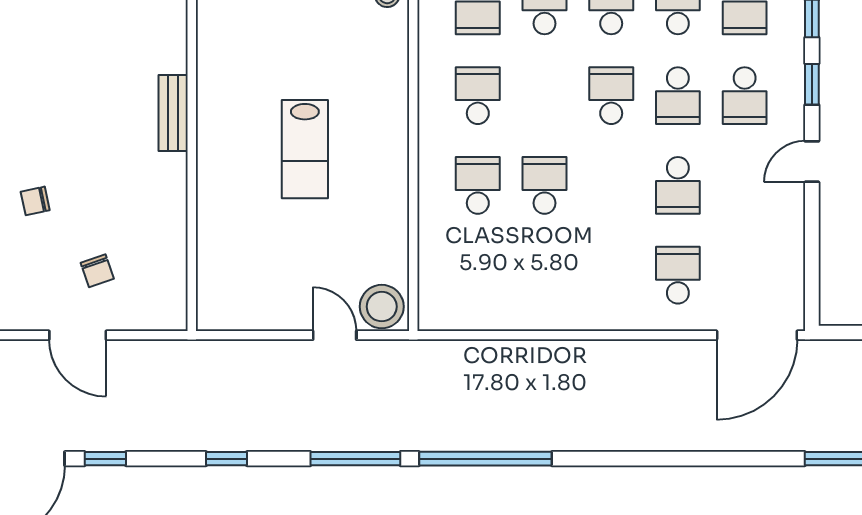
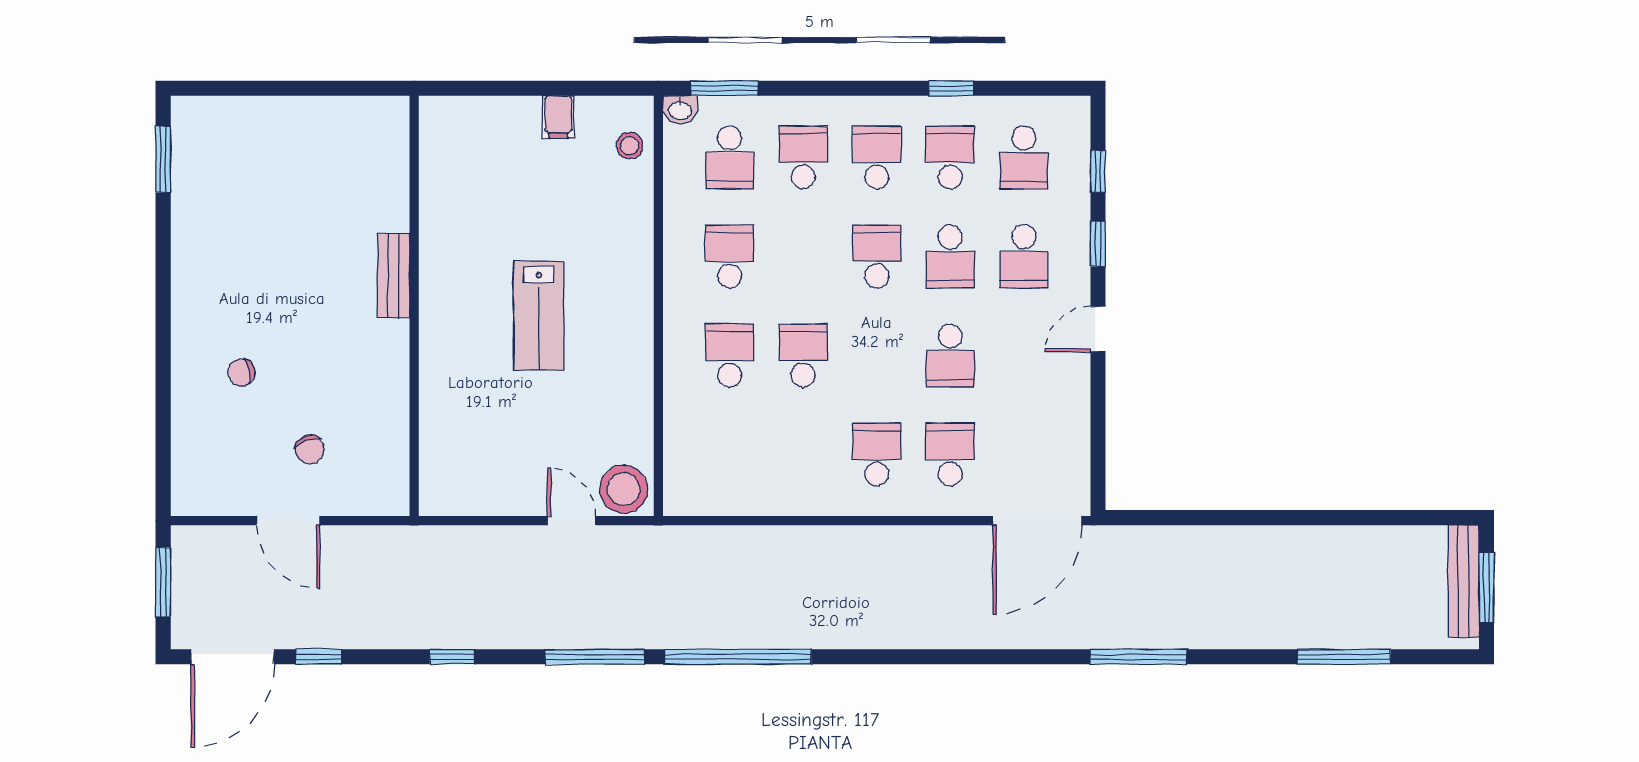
school desk: (611, 275) -> (877, 454), added

